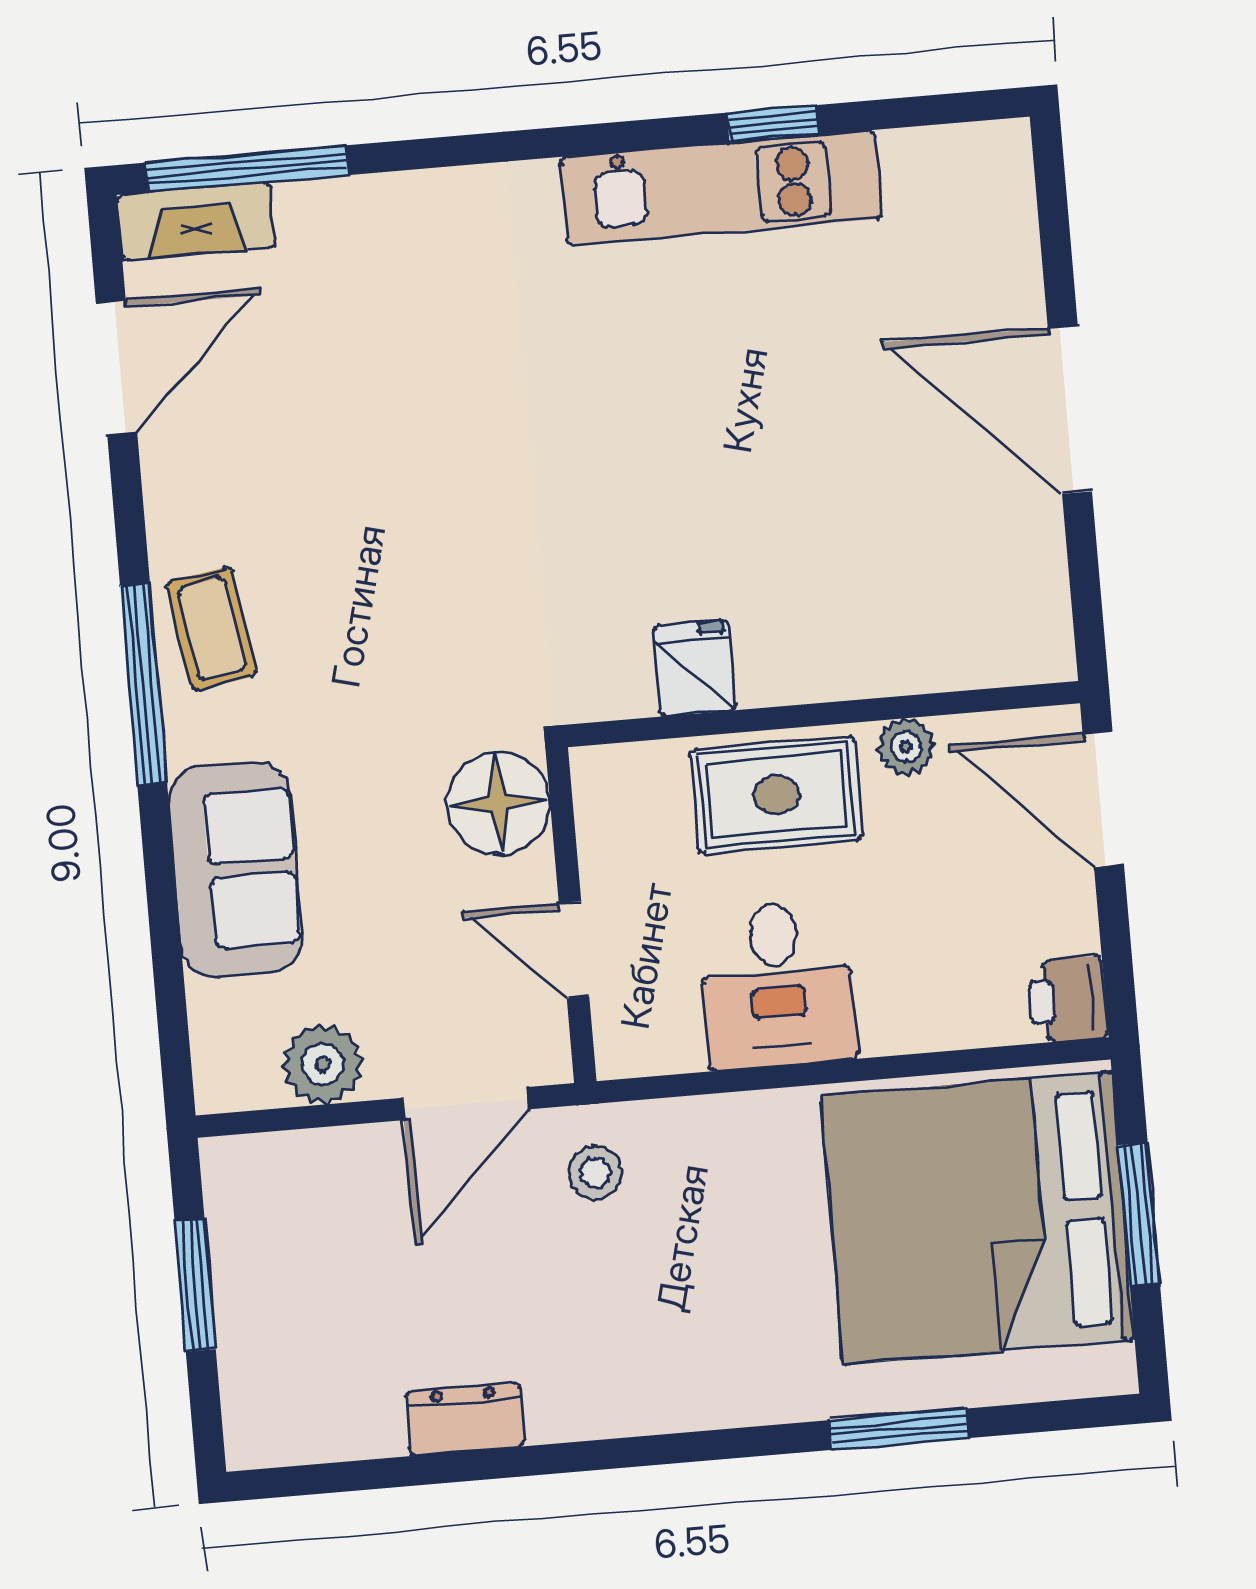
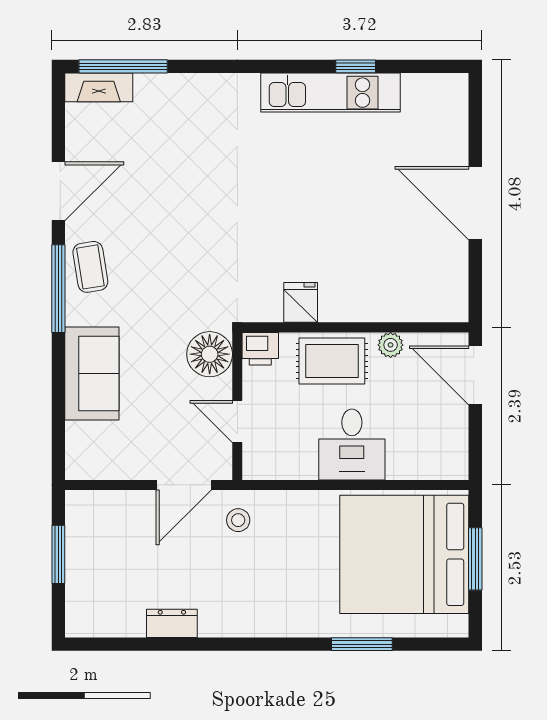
door: (116, 368) -> (58, 191), moved
desk: (777, 985) -> (352, 444), moved
printer: (1068, 1000) -> (260, 349), moved, turned -90
plant: (323, 1064) -> (123, 462), removed

